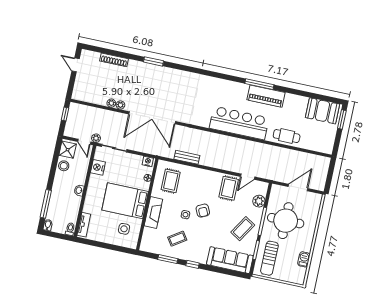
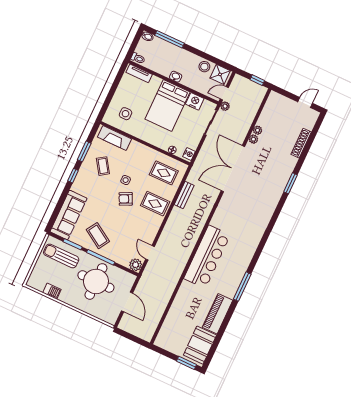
piano: (266, 96) -> (218, 314), moved
cafe table: (287, 136) -> (183, 302), removed
rug: (229, 188) -> (155, 204), moved
bed: (125, 201) -> (167, 106), moved, turned 180
plant: (259, 201) -> (136, 265), moved
fireplace: (153, 212) -> (115, 138), moved

